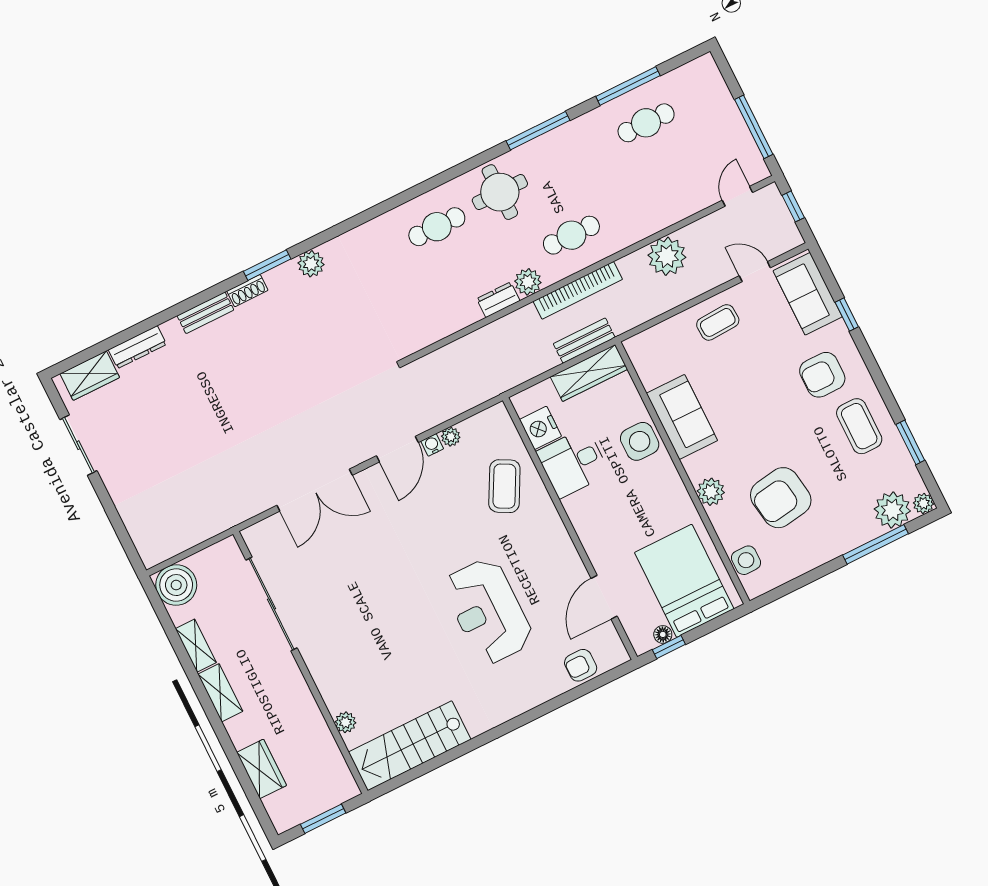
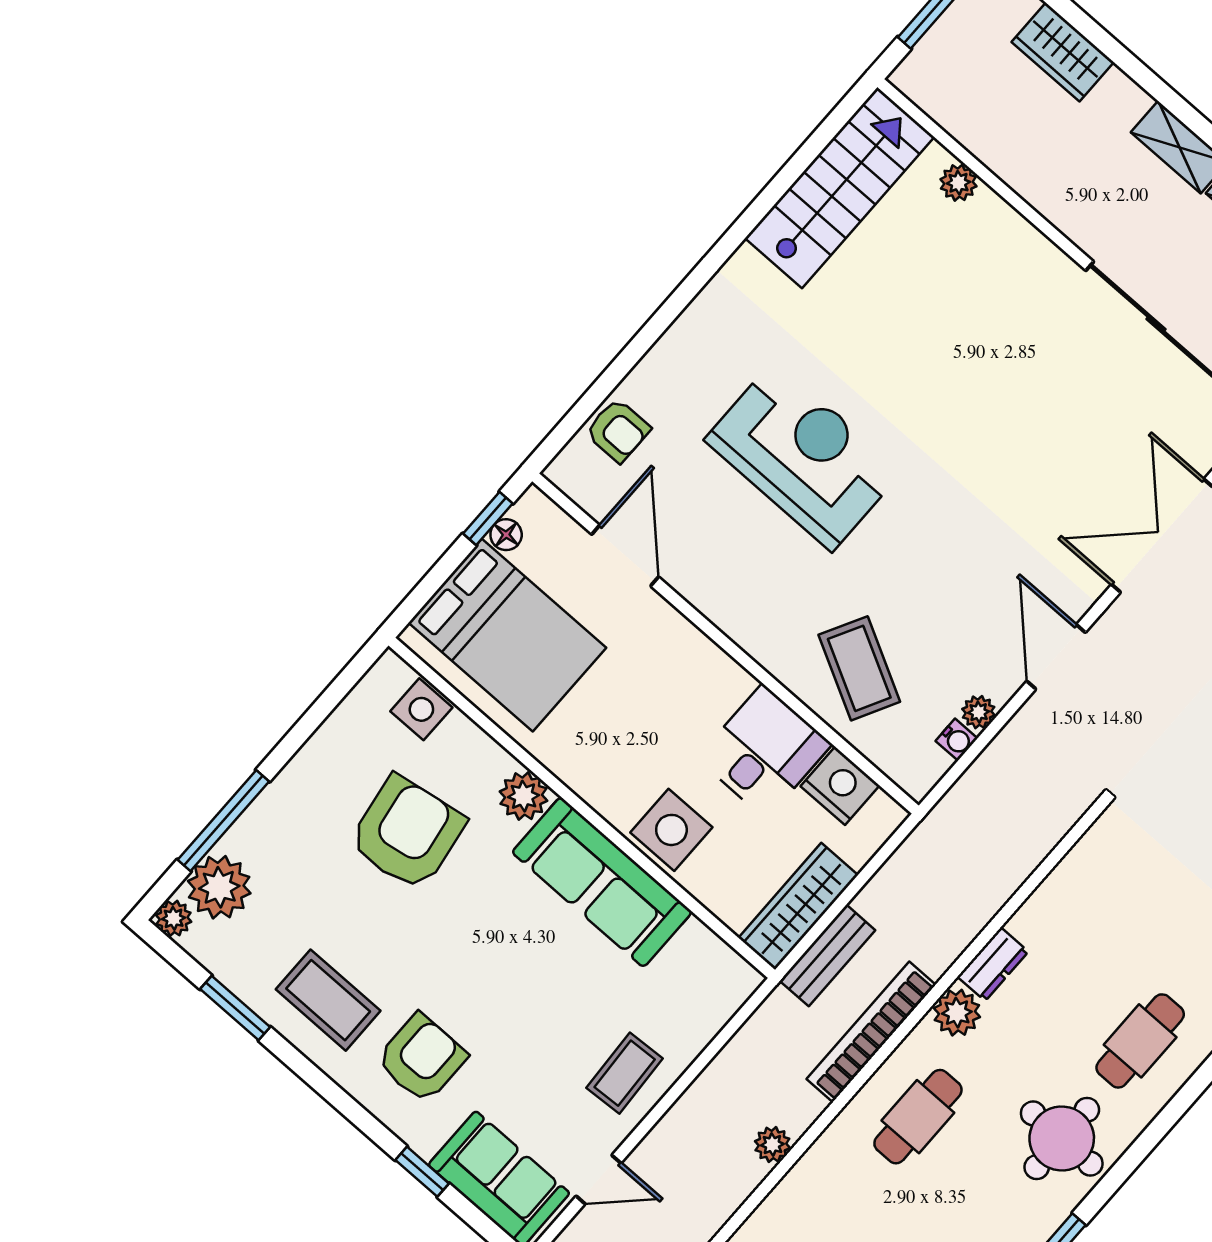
plant: (667, 256) -> (772, 1145), width x0.53, depth x0.53
sofa: (682, 417) -> (602, 882), width x1.36
water cooler: (432, 445) -> (957, 740), moved
armchair: (581, 665) -> (618, 430), turned 90

